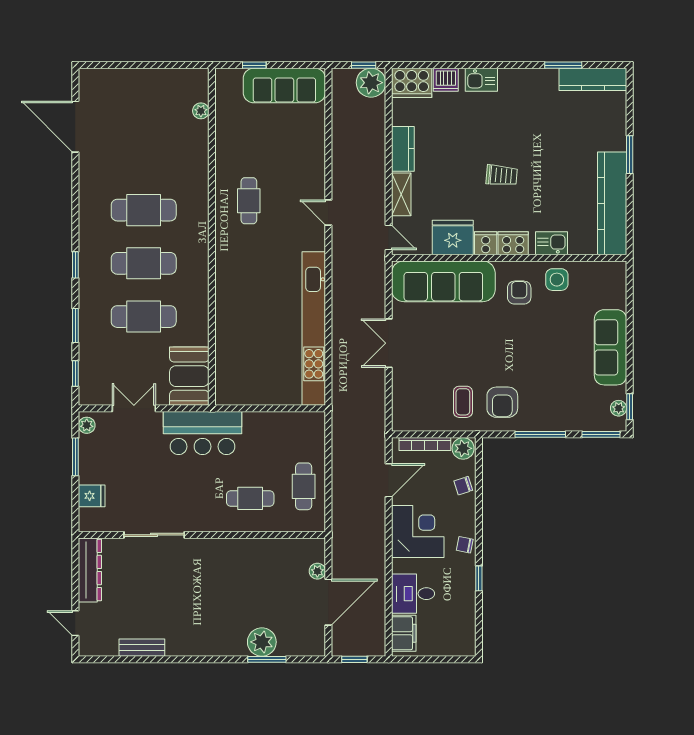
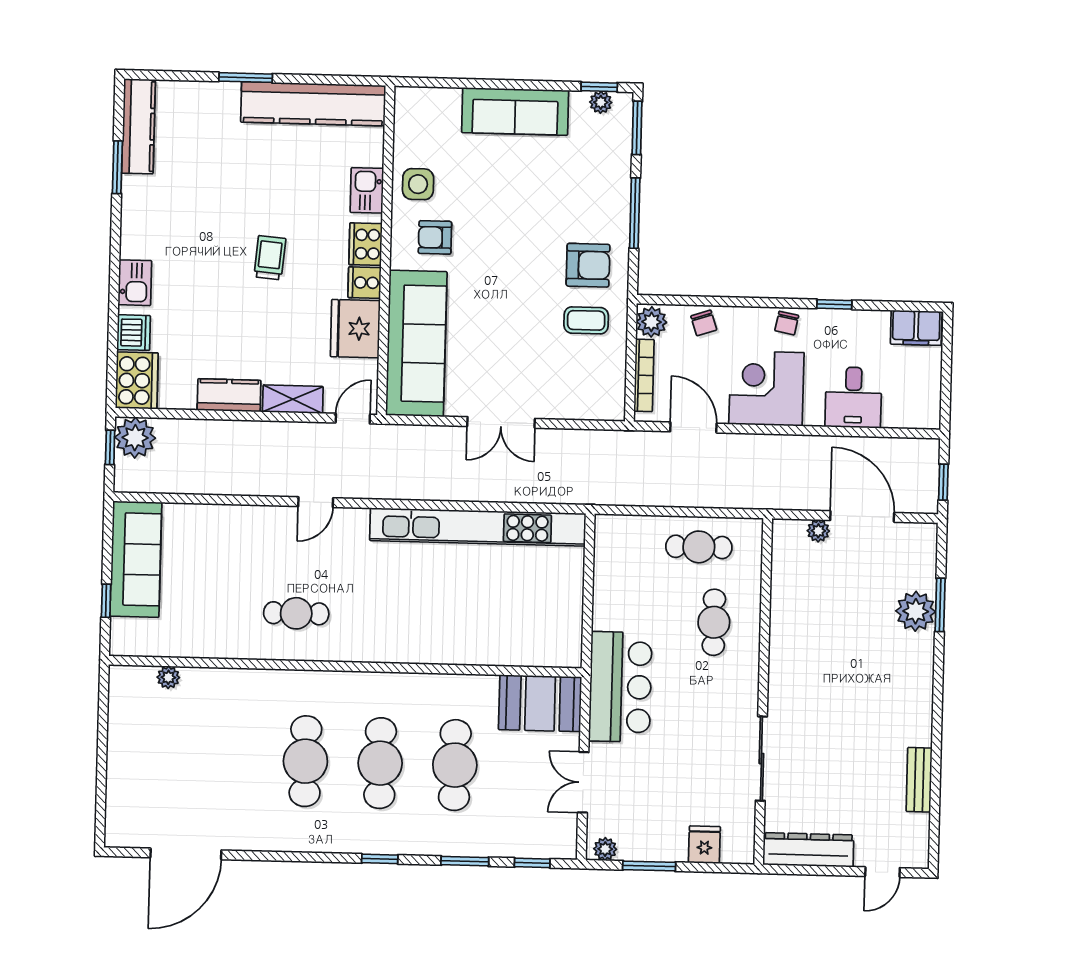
filing cabinet: (404, 633) -> (916, 328), moved, turned 180

